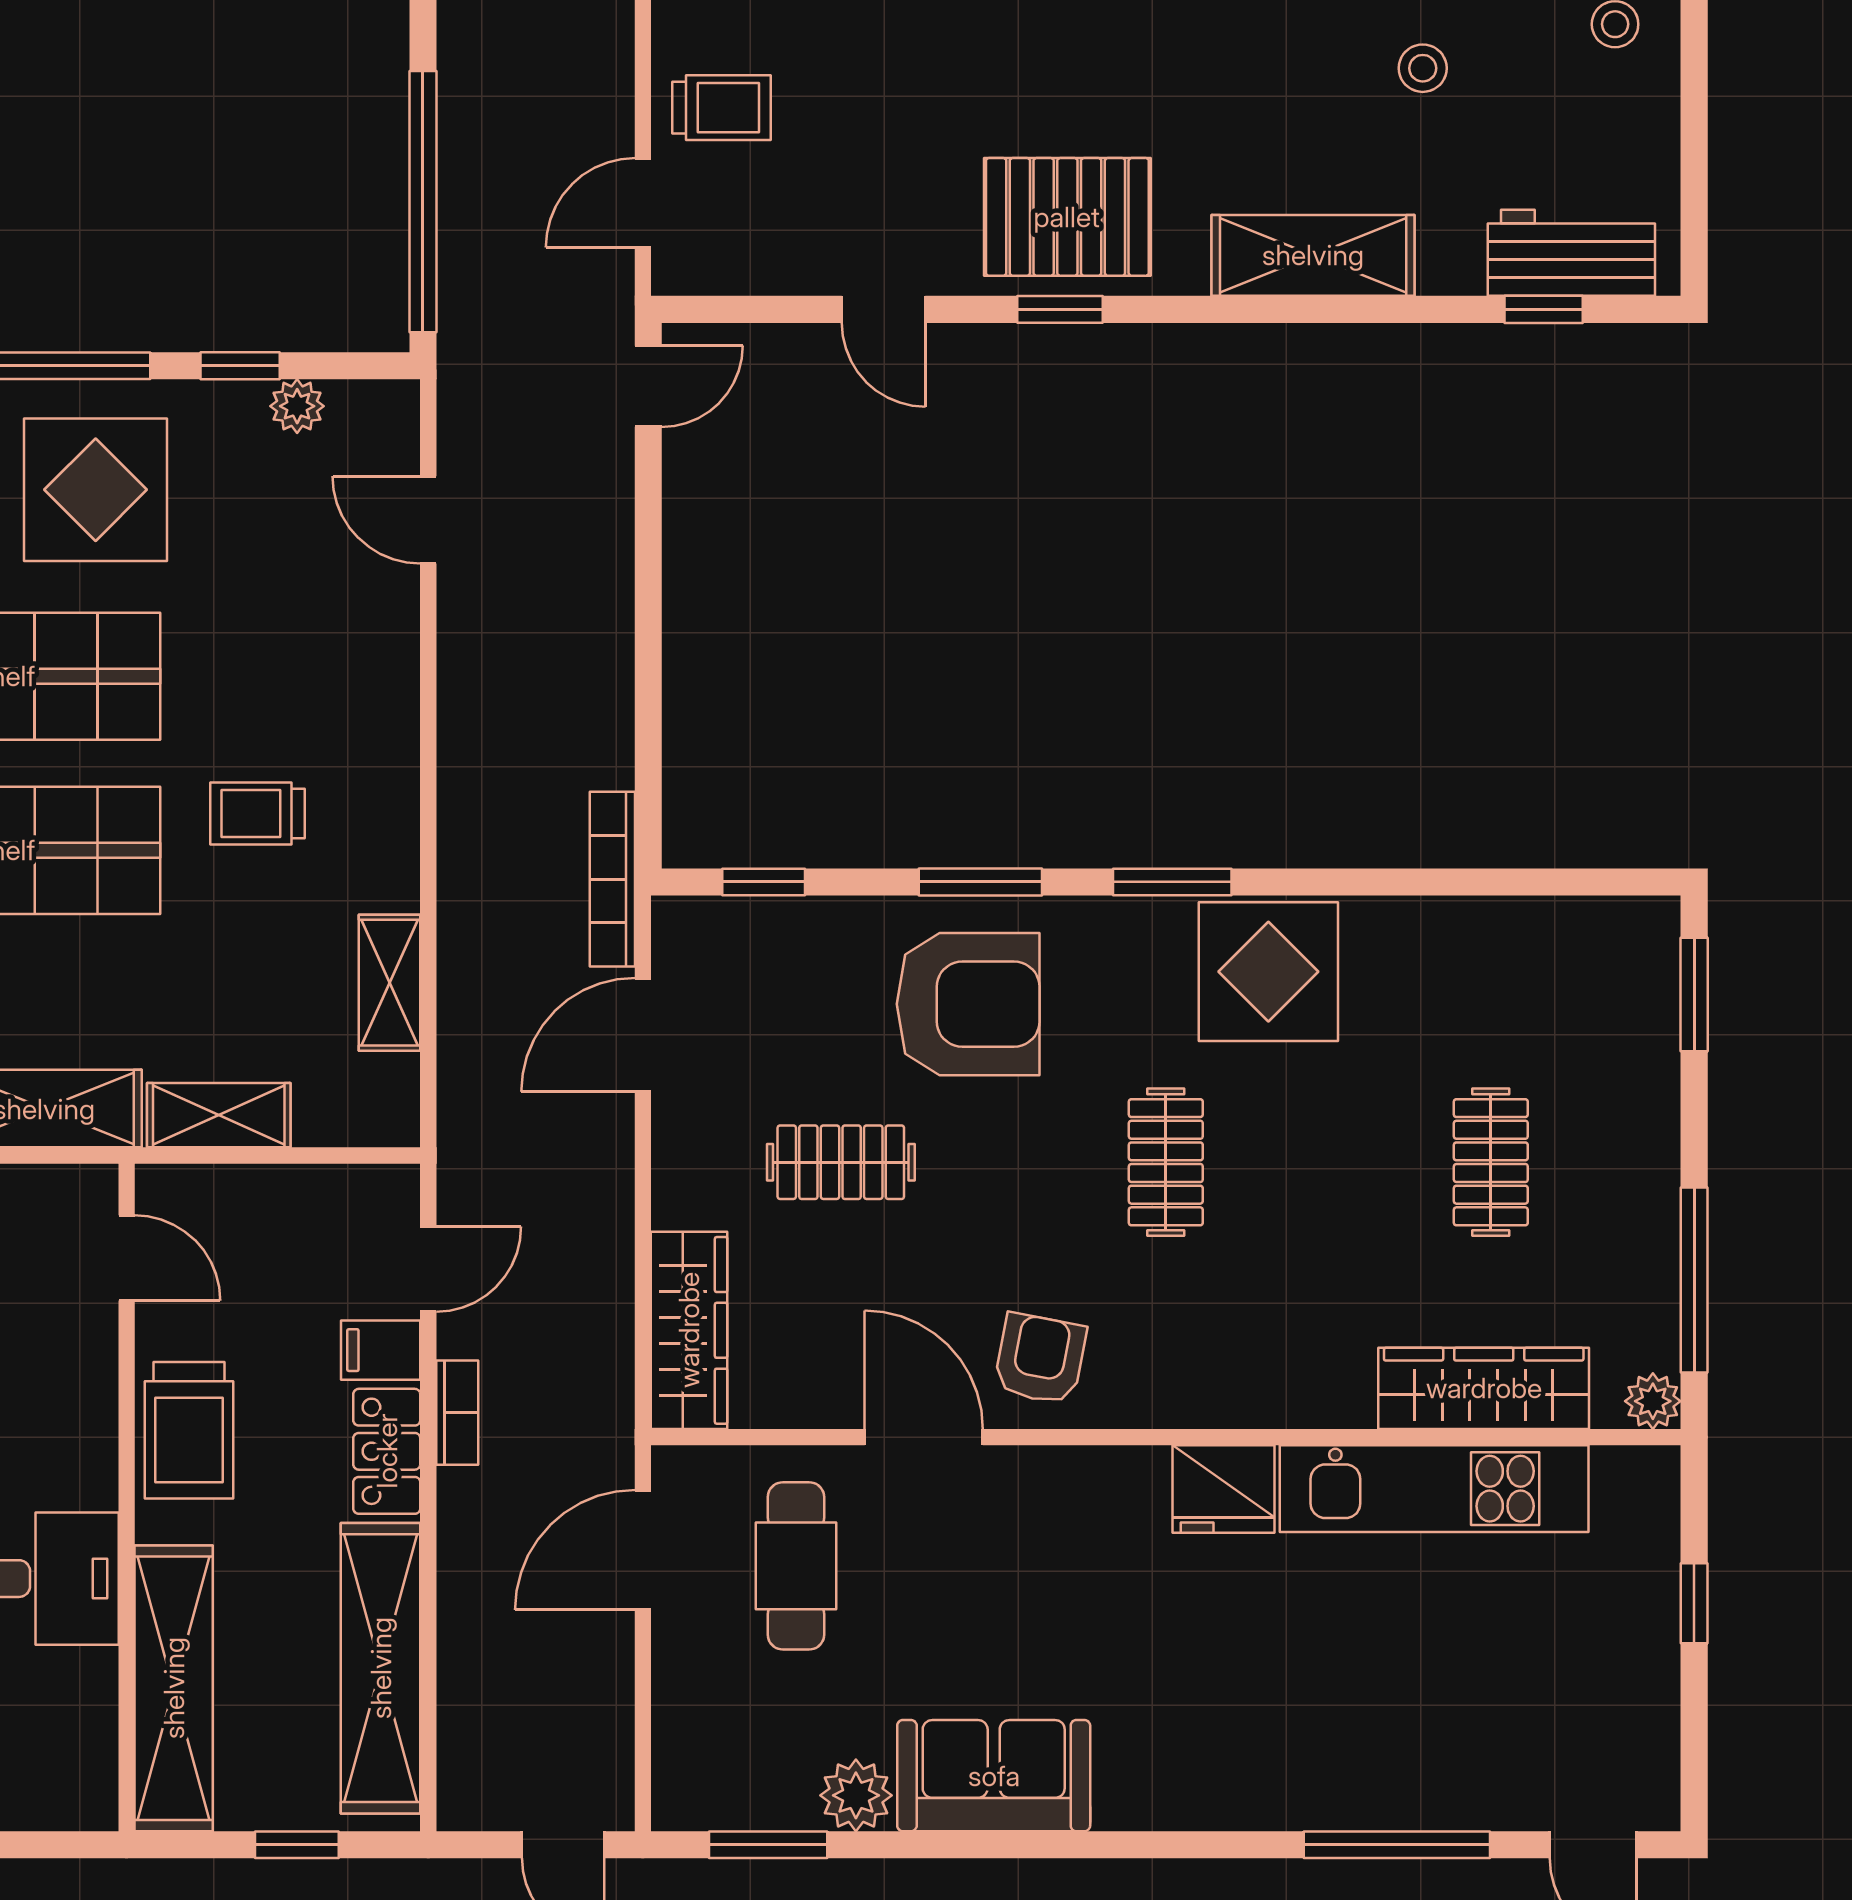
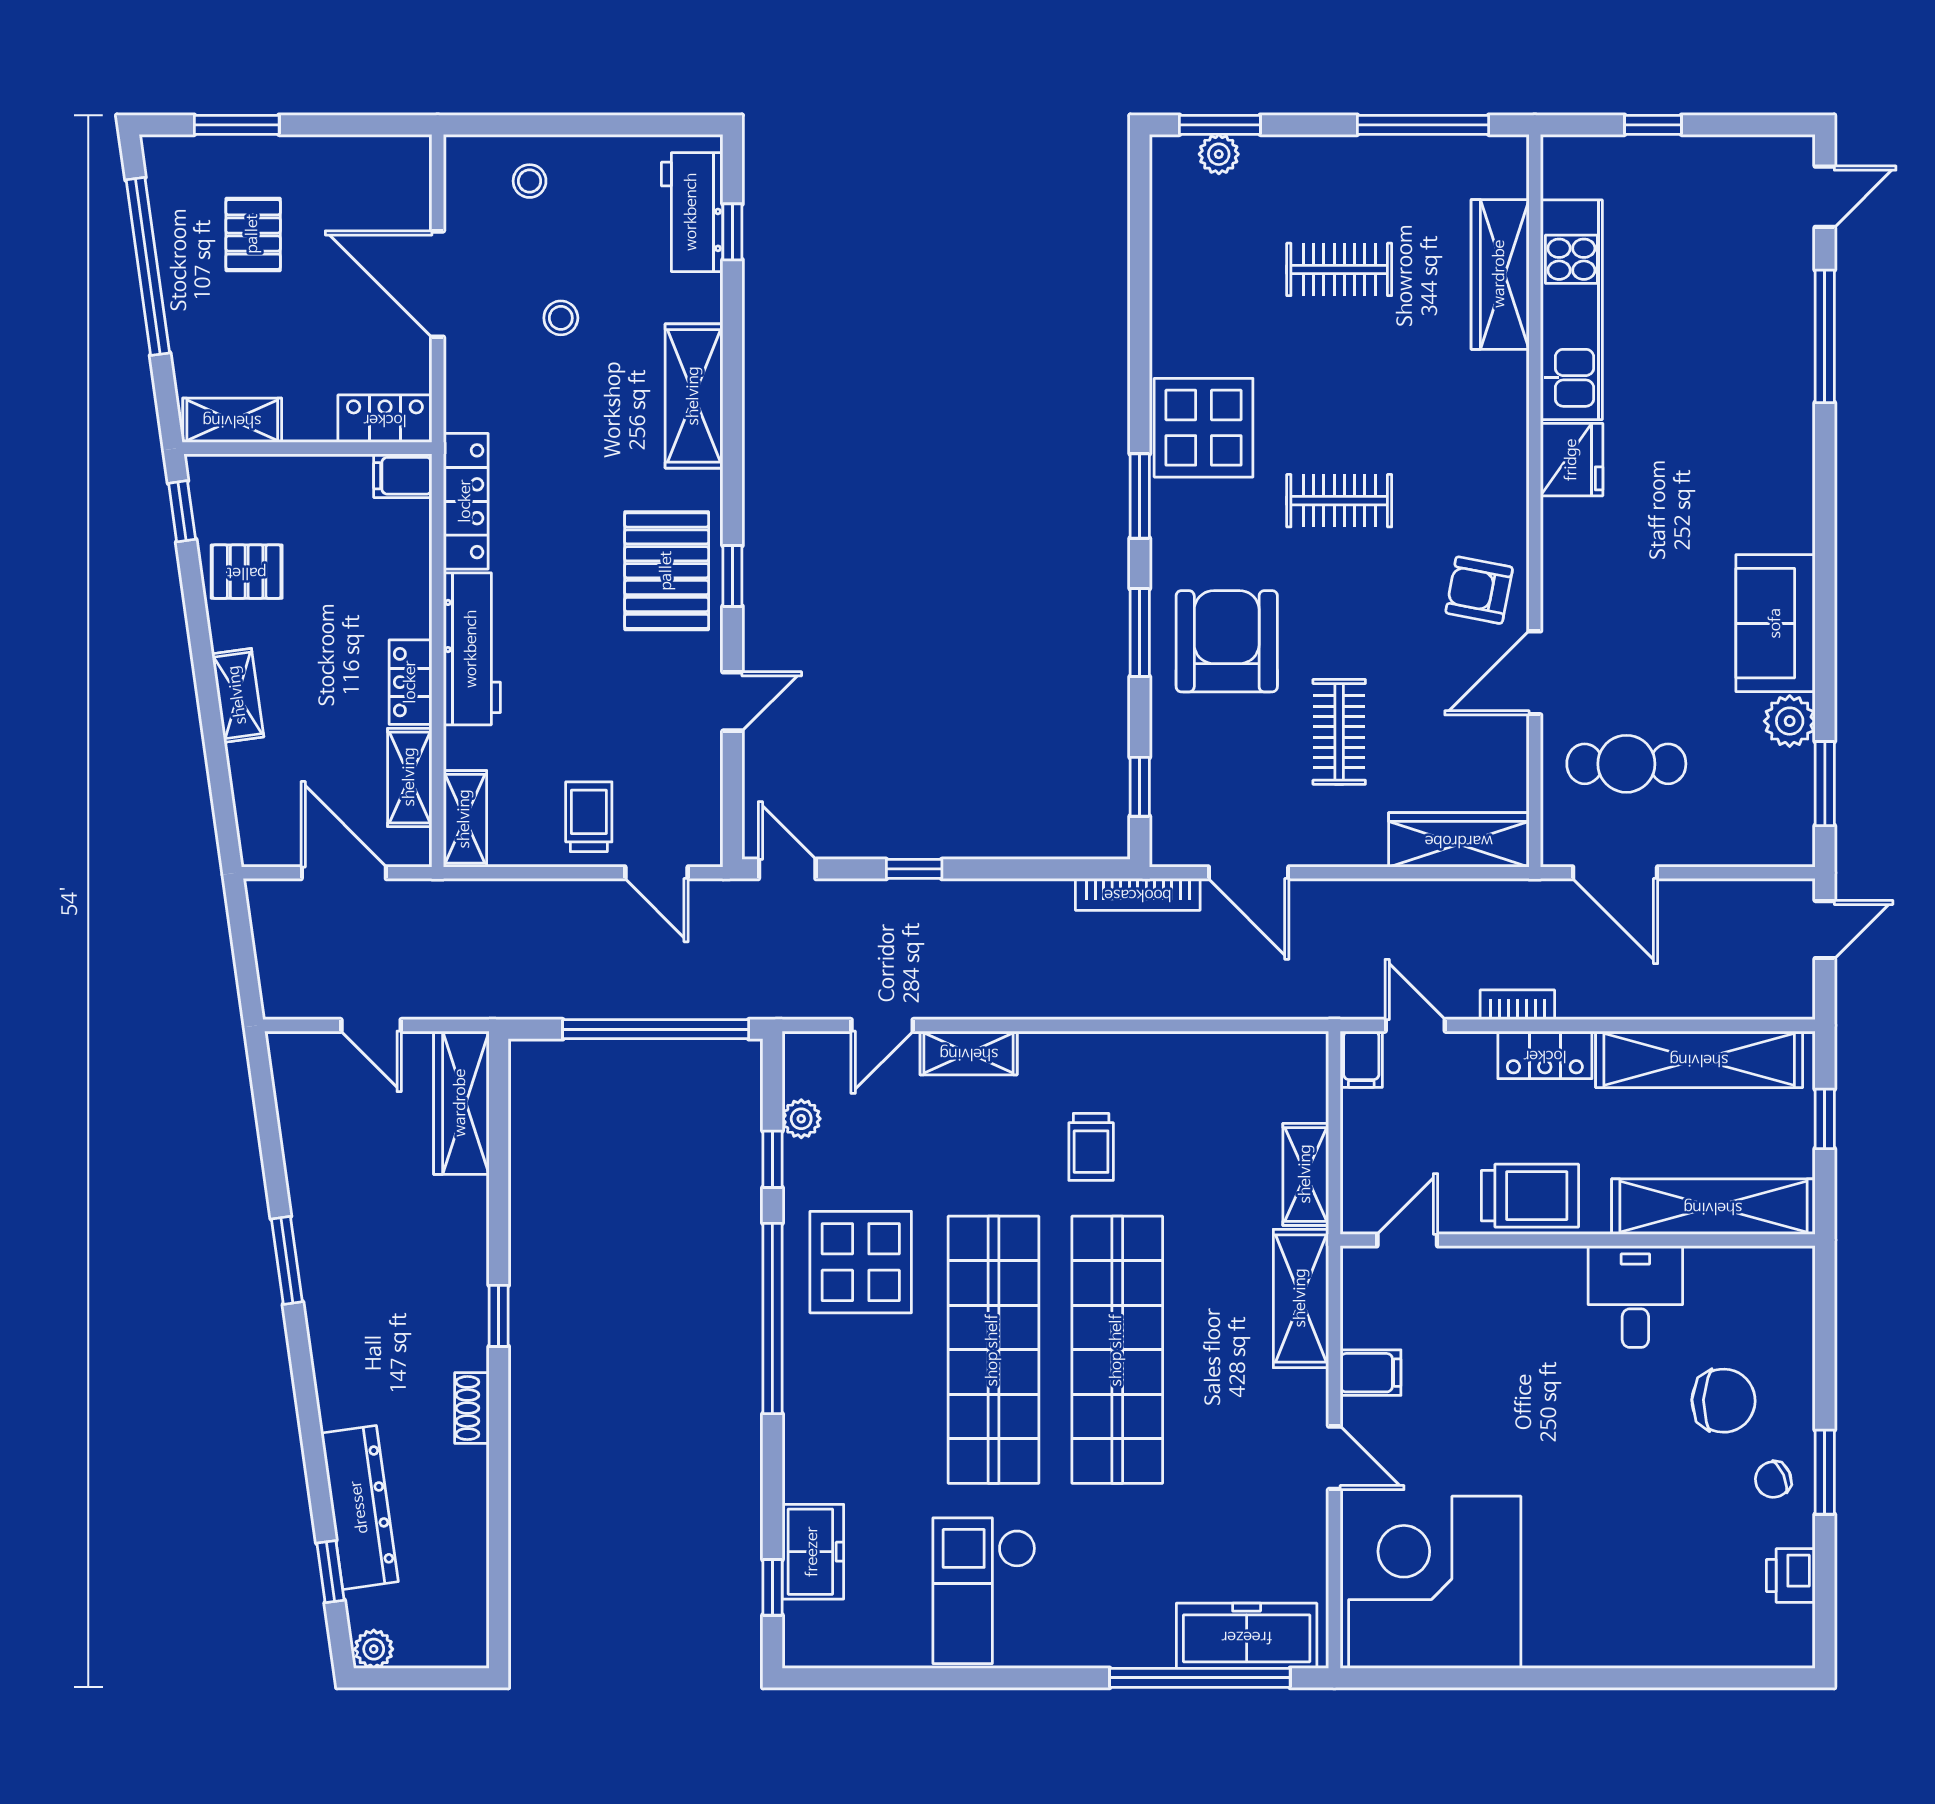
window: (648, 565) -> (914, 869), added
shelving: (390, 983) -> (969, 1053), moved
filing cabinet: (381, 1350) -> (1361, 1059), moved
plant: (1653, 1401) -> (1219, 154), moved

